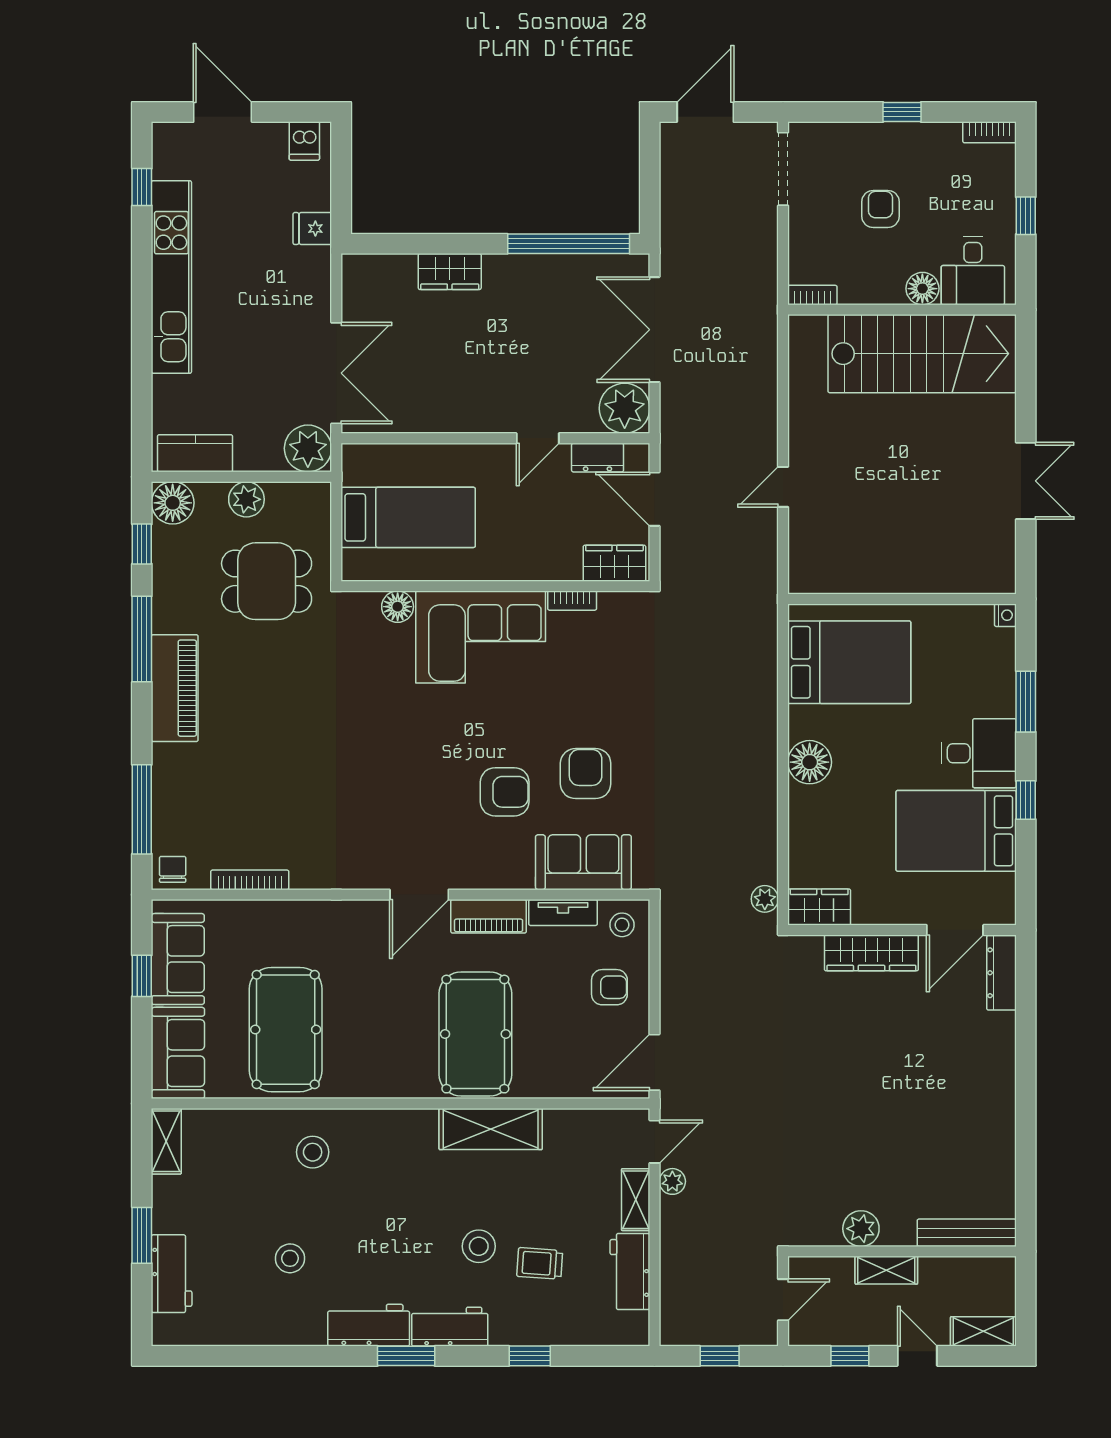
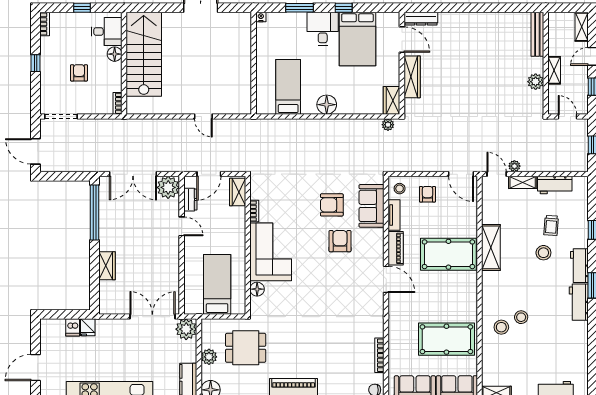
dishwasher: (304, 141) -> (73, 327), moved, turned 90
armchair: (880, 209) -> (79, 73), turned 90
dining table: (267, 581) -> (246, 348), turned 90
bed: (849, 662) -> (288, 87), width x0.67
stool: (290, 1258) -> (521, 317), moved

